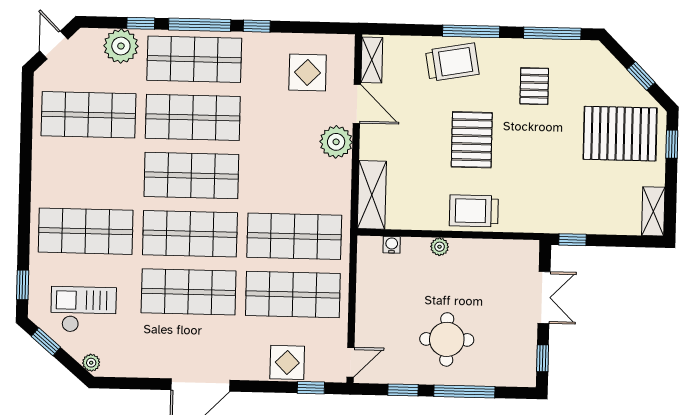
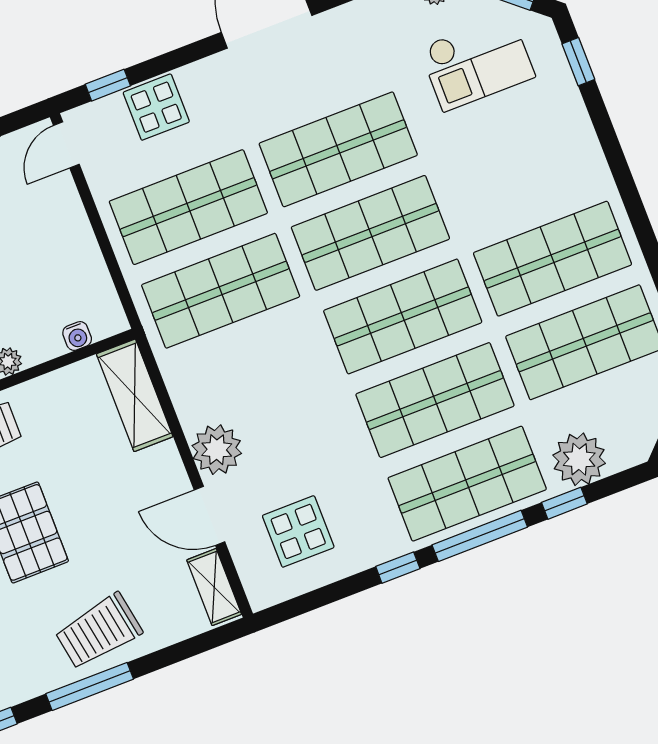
shop shelf: (86, 231) -> (553, 259), moved

